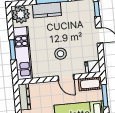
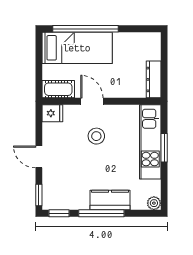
plant: (21, 14) -> (154, 203), width x0.53, depth x0.53
window: (105, 96) -> (39, 70), removed

